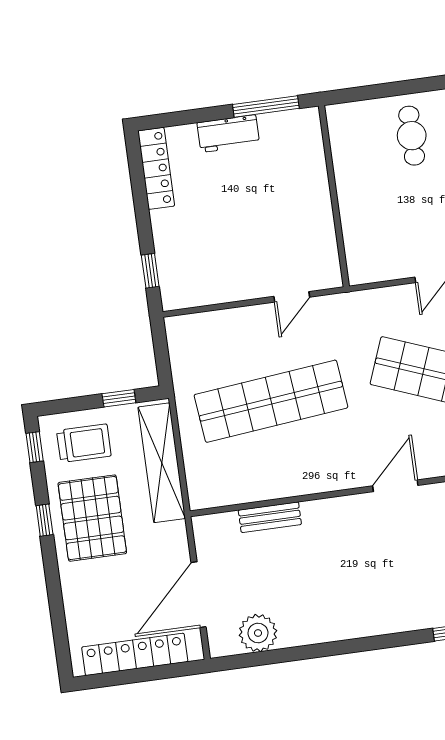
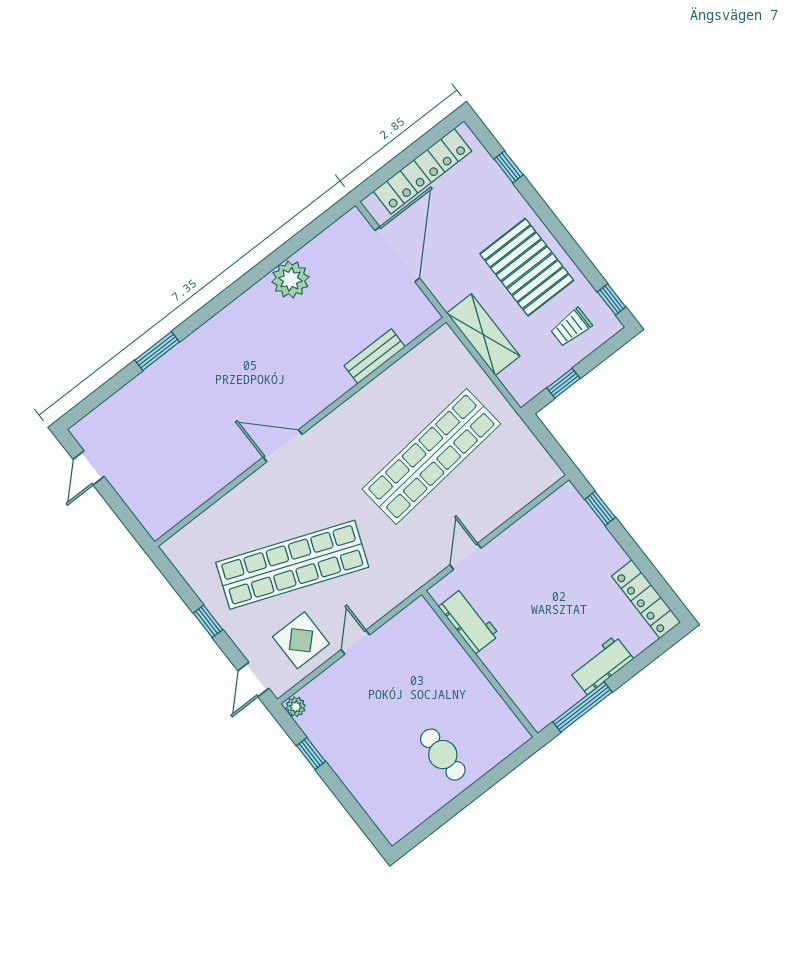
workbench: (321, 239) -> (469, 621), added
trolley: (84, 443) -> (571, 327), width x0.73, depth x0.72
shelving: (162, 463) -> (483, 335), width x0.68
door: (395, 486) -> (283, 446), swing flipped
window: (45, 520) -> (509, 167), moved
plant: (258, 633) -> (290, 279), moved

